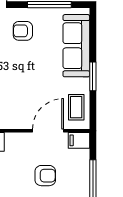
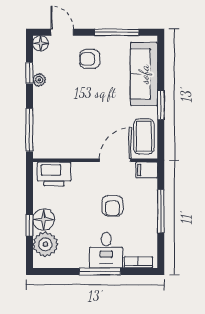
coffee table: (76, 107) -> (144, 136), width x1.36, depth x1.30
armchair: (45, 176) -> (112, 206), turned 90

